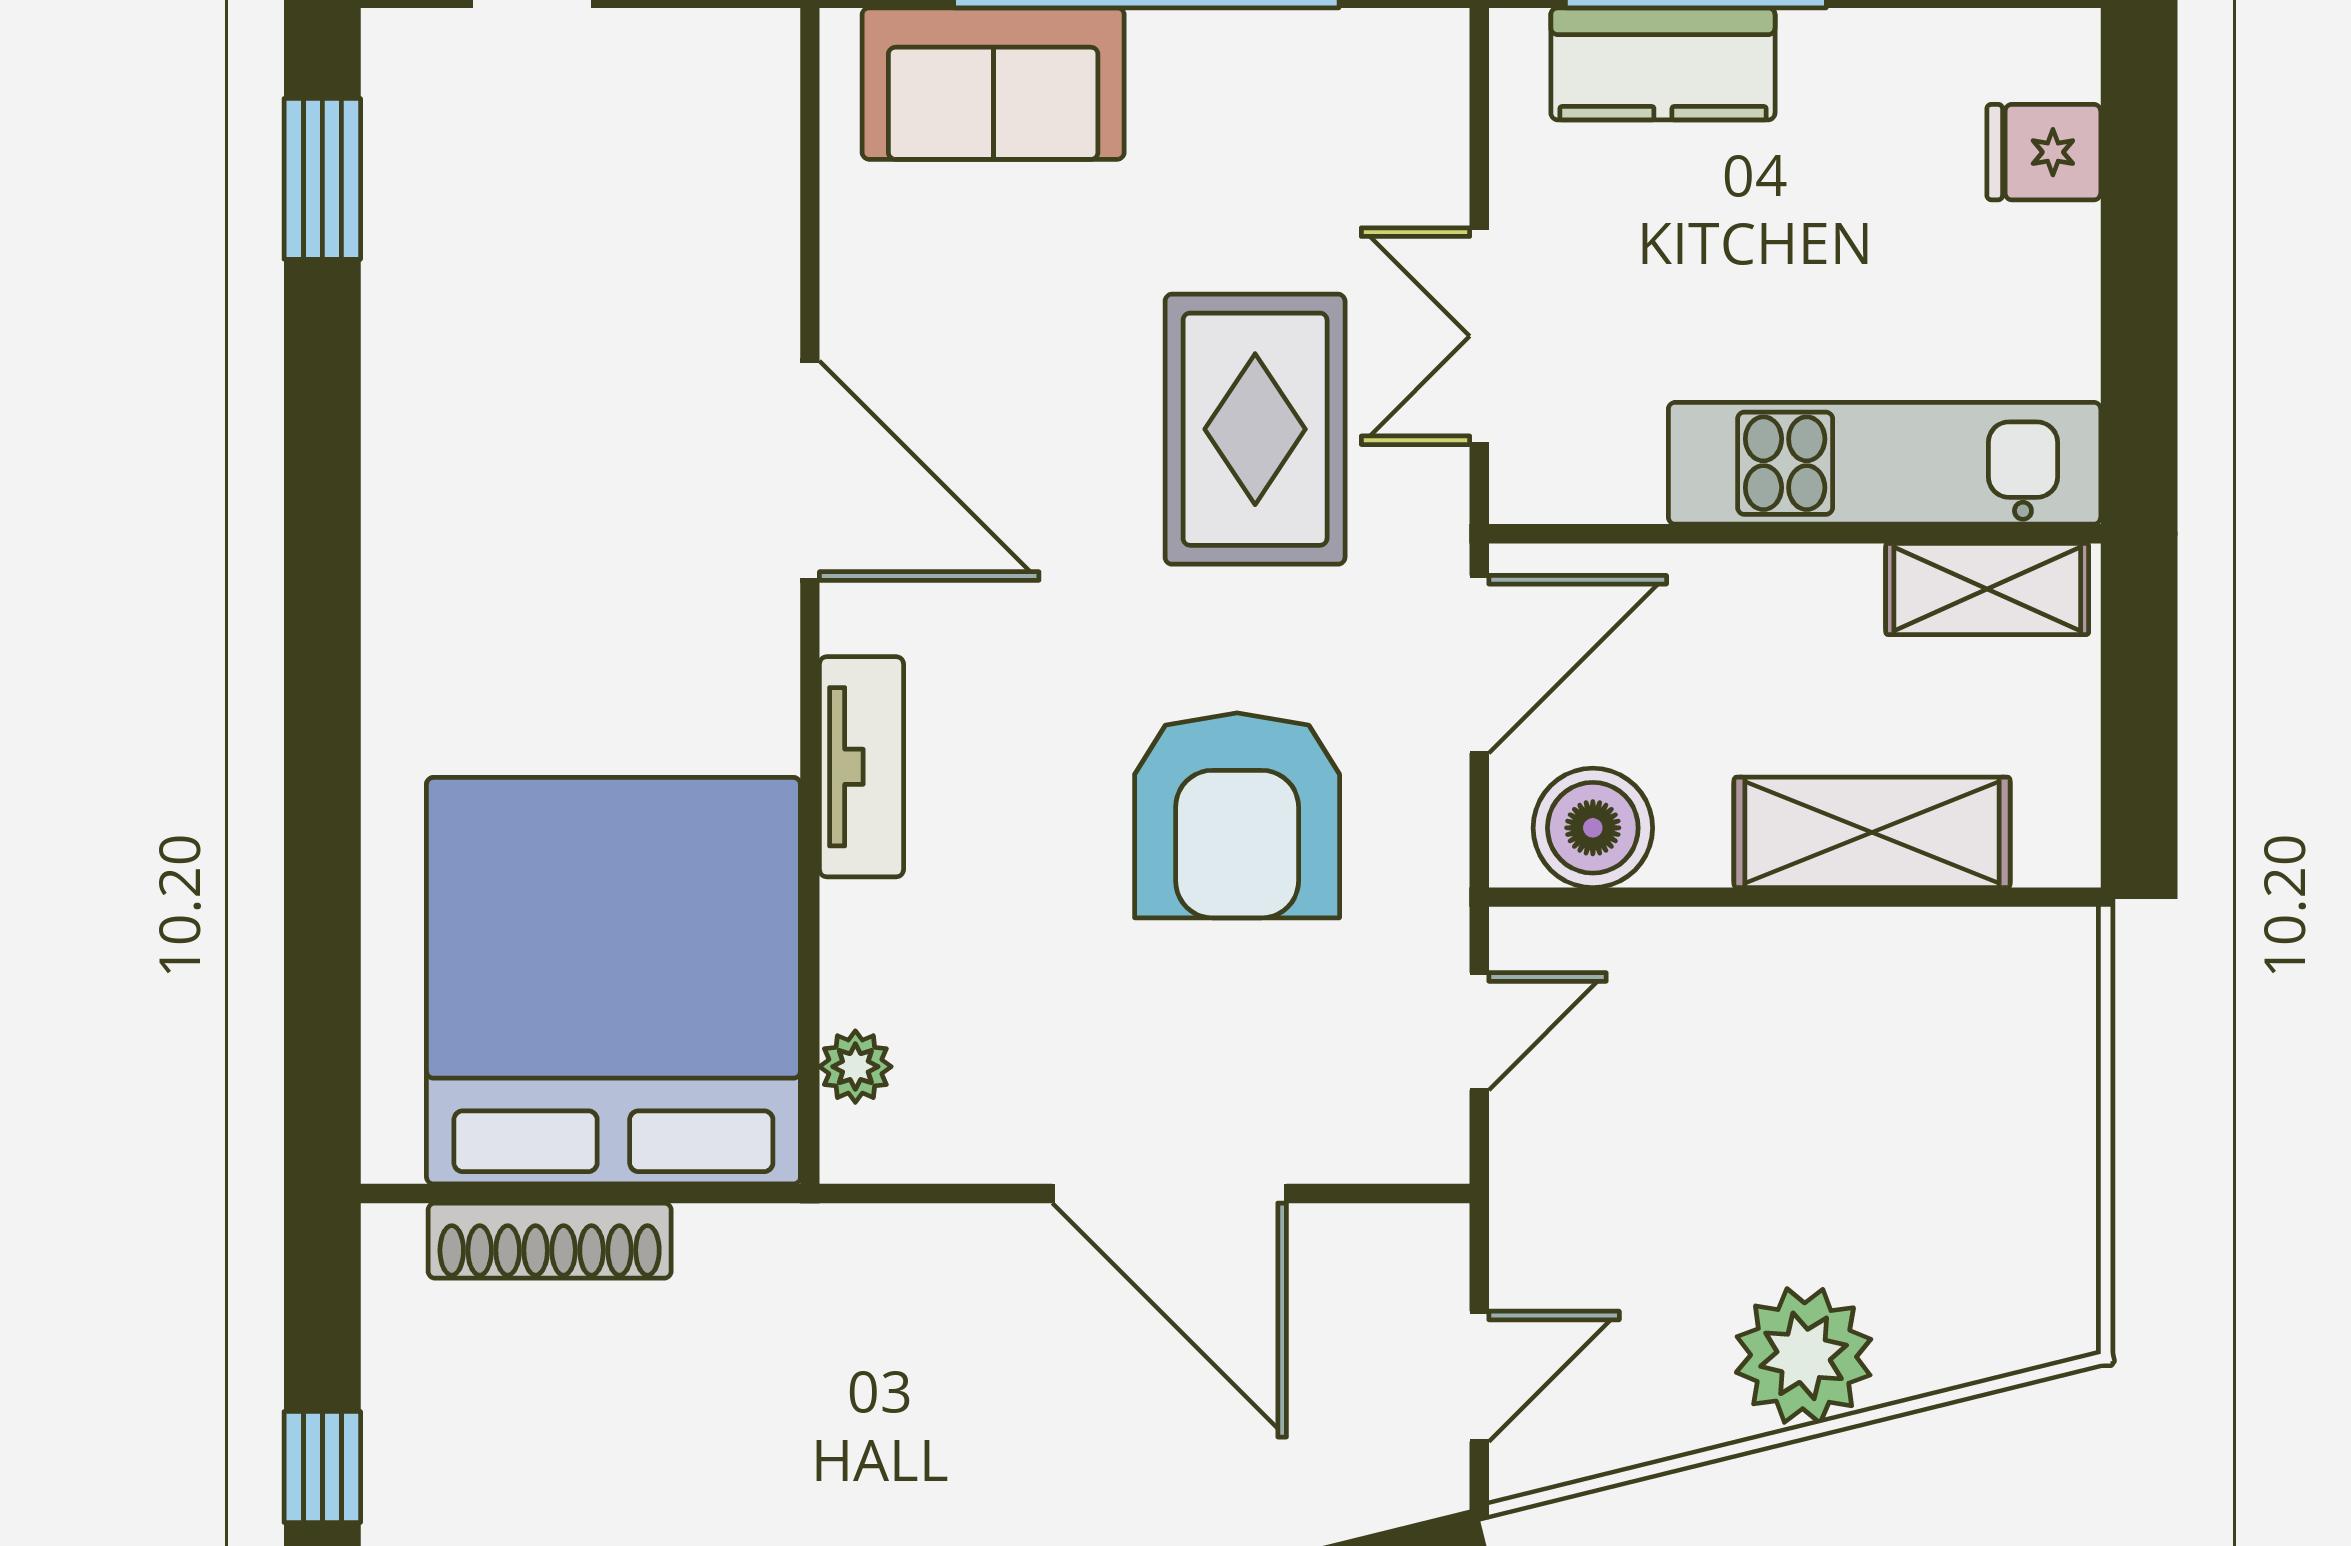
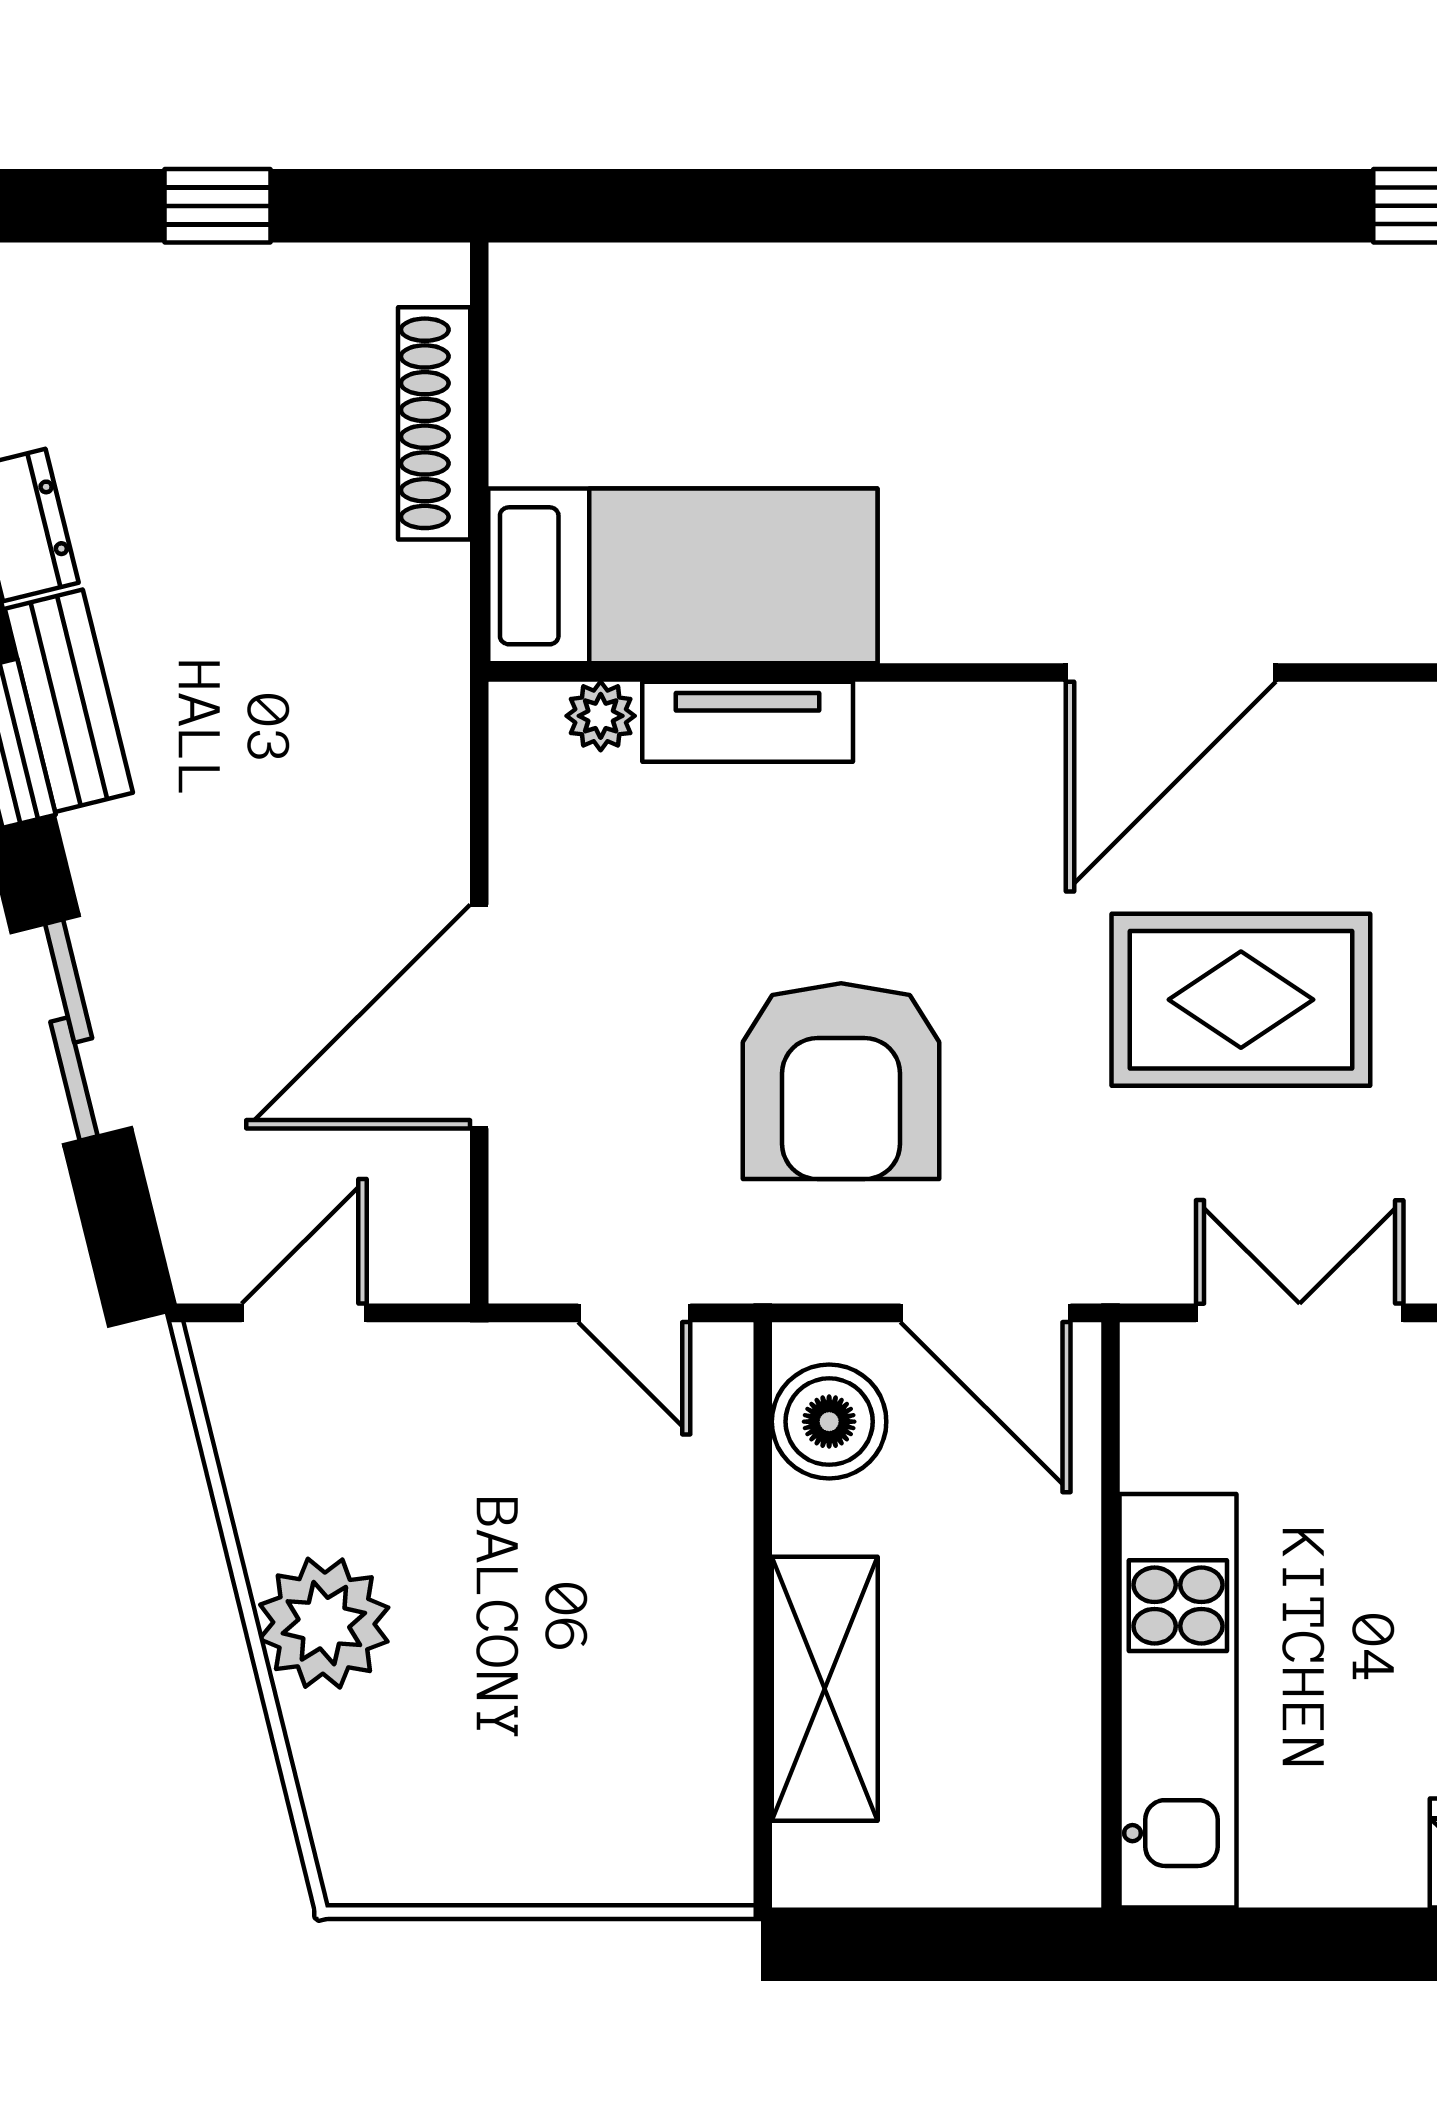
rug: (1255, 429) -> (1241, 1000), moved
shelving: (1987, 589) -> (1058, 1799), removed
tv unit: (862, 767) -> (748, 722), moved
armchair: (1237, 815) -> (841, 1081), turned -90
bed: (613, 981) -> (683, 576), width x0.49
door: (1479, 1376) -> (304, 1313), swing flipped

